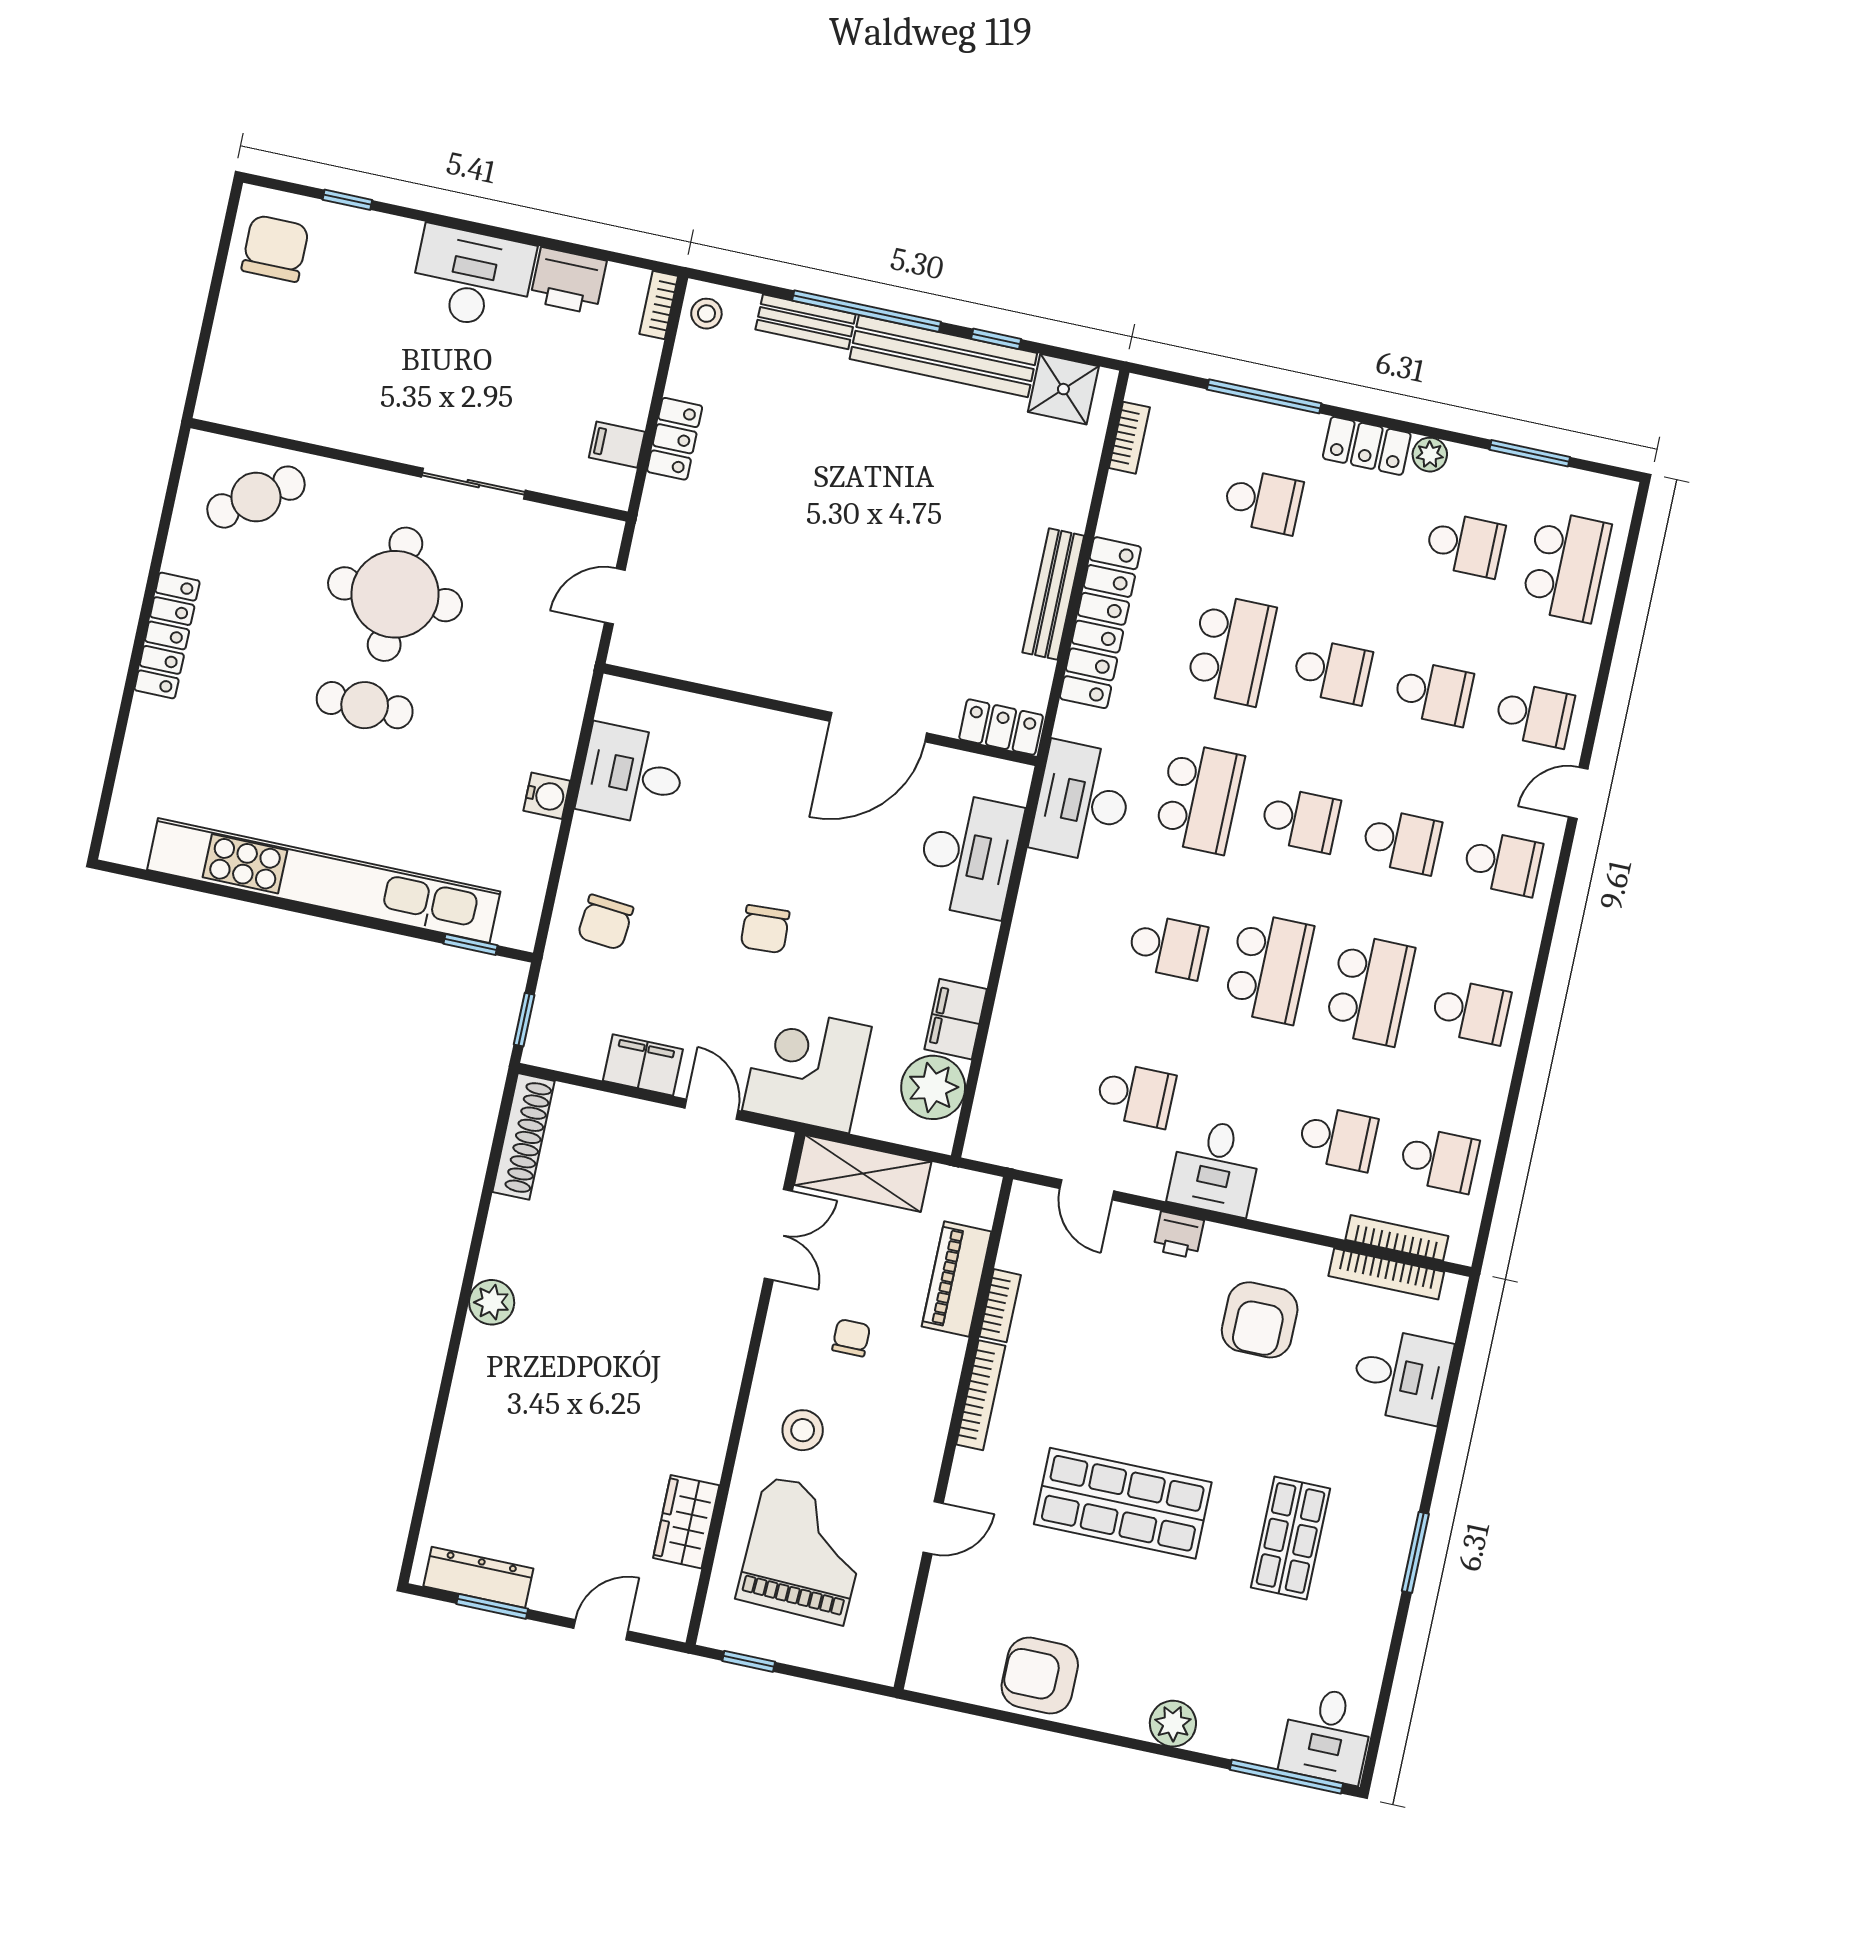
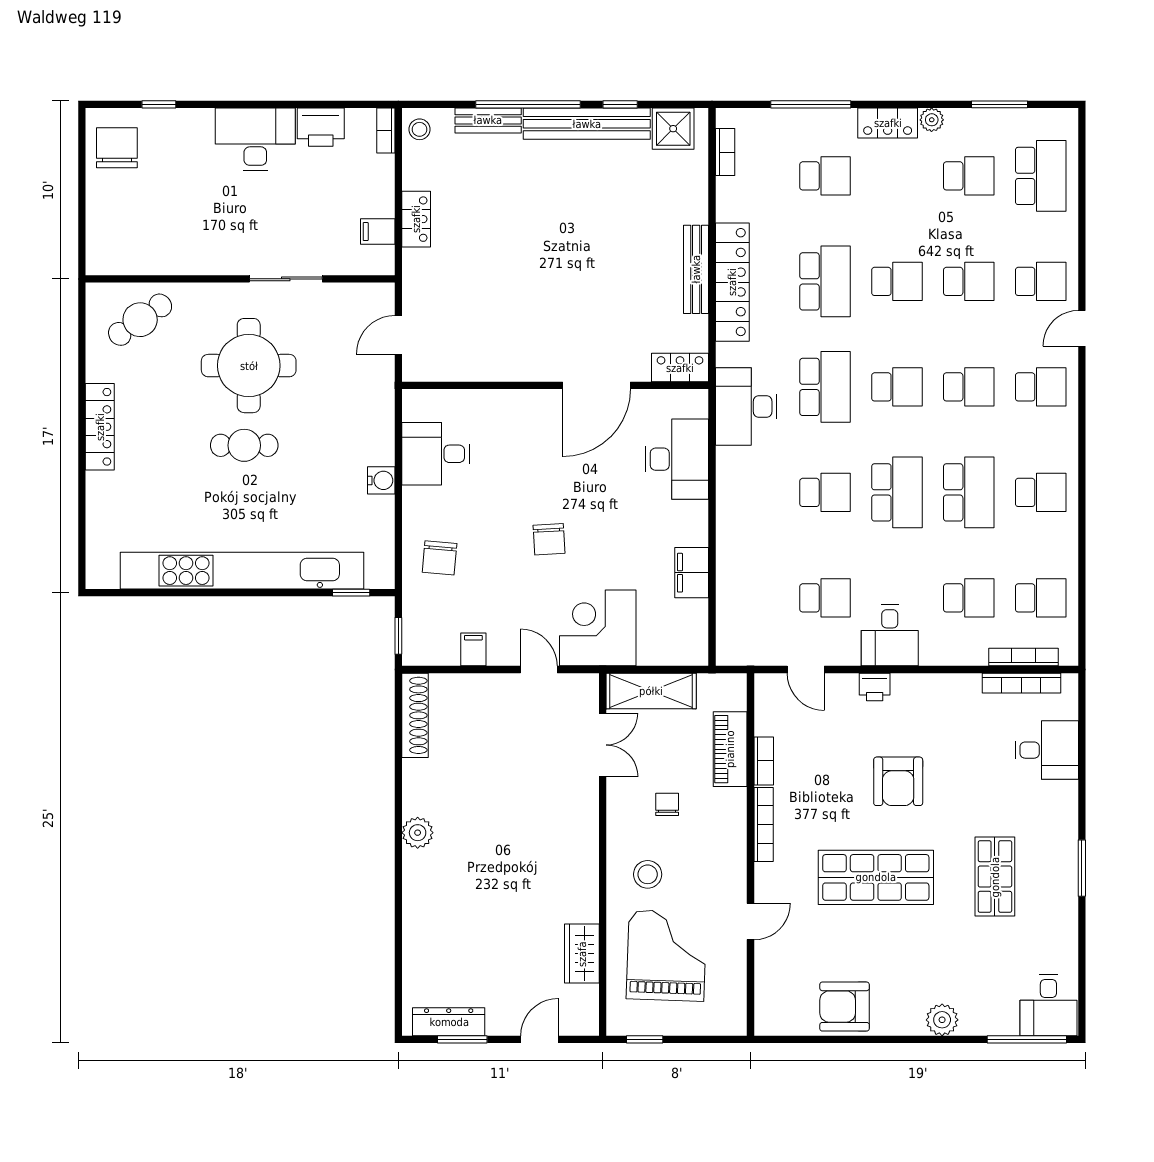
filing cabinet: (643, 1065) -> (473, 649), width x0.50
plant: (933, 1087) -> (686, 622), removed
armchair: (1260, 1320) -> (898, 781), moved

